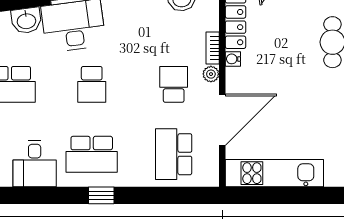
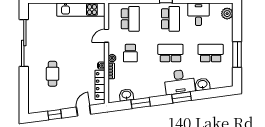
school desk: (92, 84) -> (170, 53), width x1.85
door: (222, 120) -> (106, 36), width x0.53
school desk: (92, 154) -> (170, 19), turned 90

